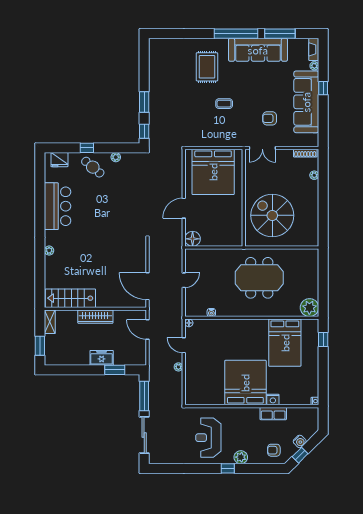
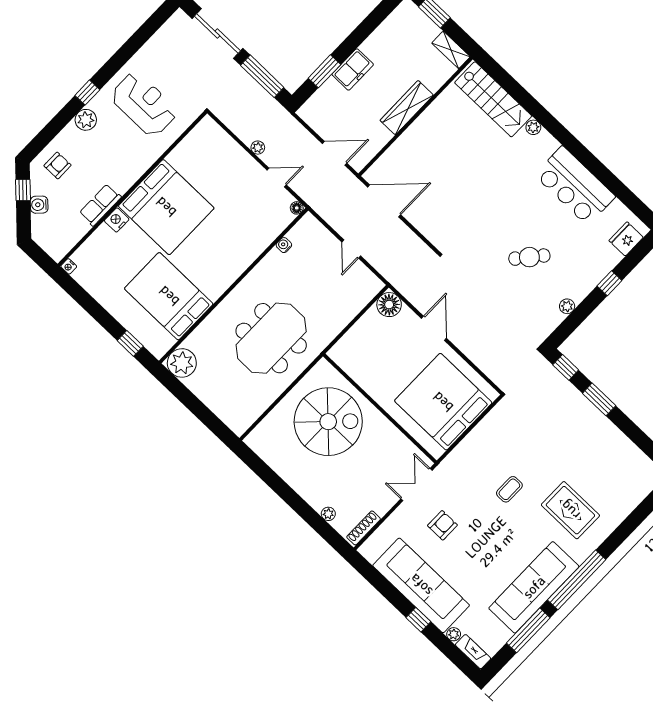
cafe table: (93, 167) -> (529, 257), moved
stairs: (70, 298) -> (493, 99), moved, turned 90

